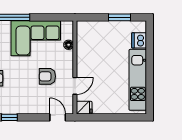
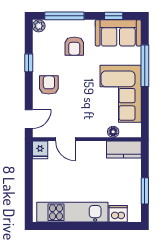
kitchen counter: (84, 36) -> (124, 150), added
armchair: (47, 76) -> (49, 85), moved

